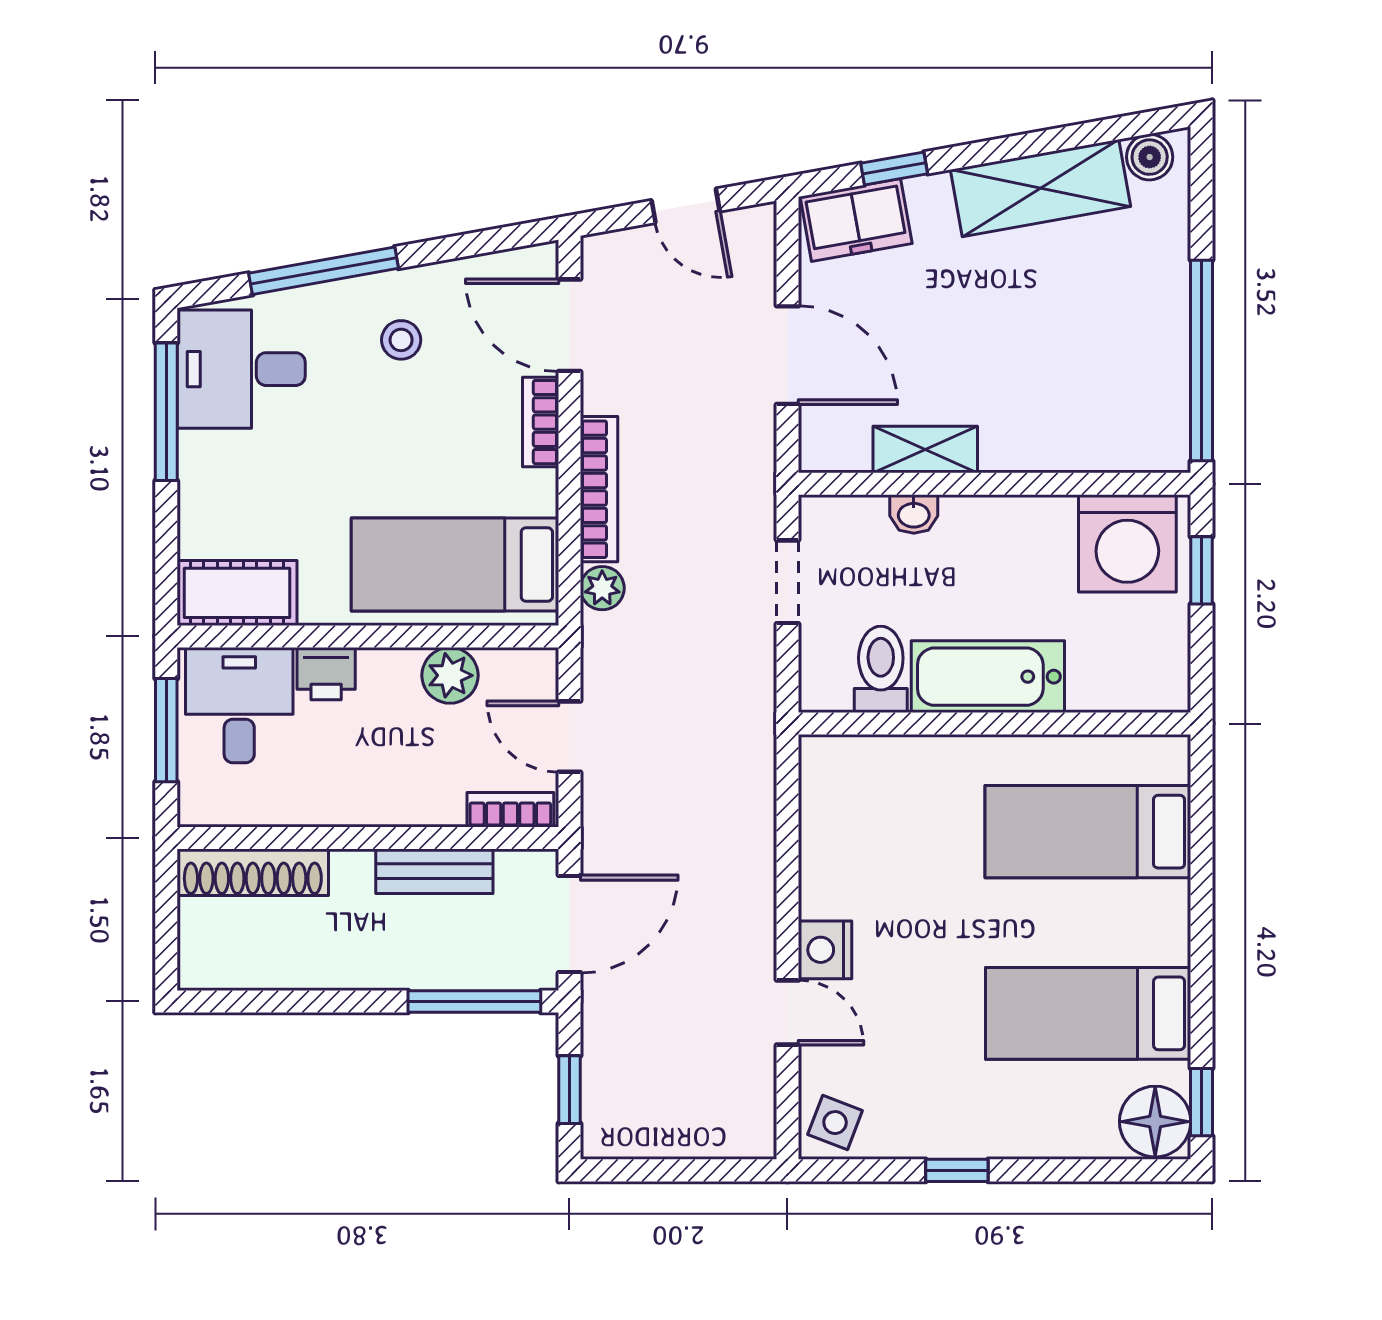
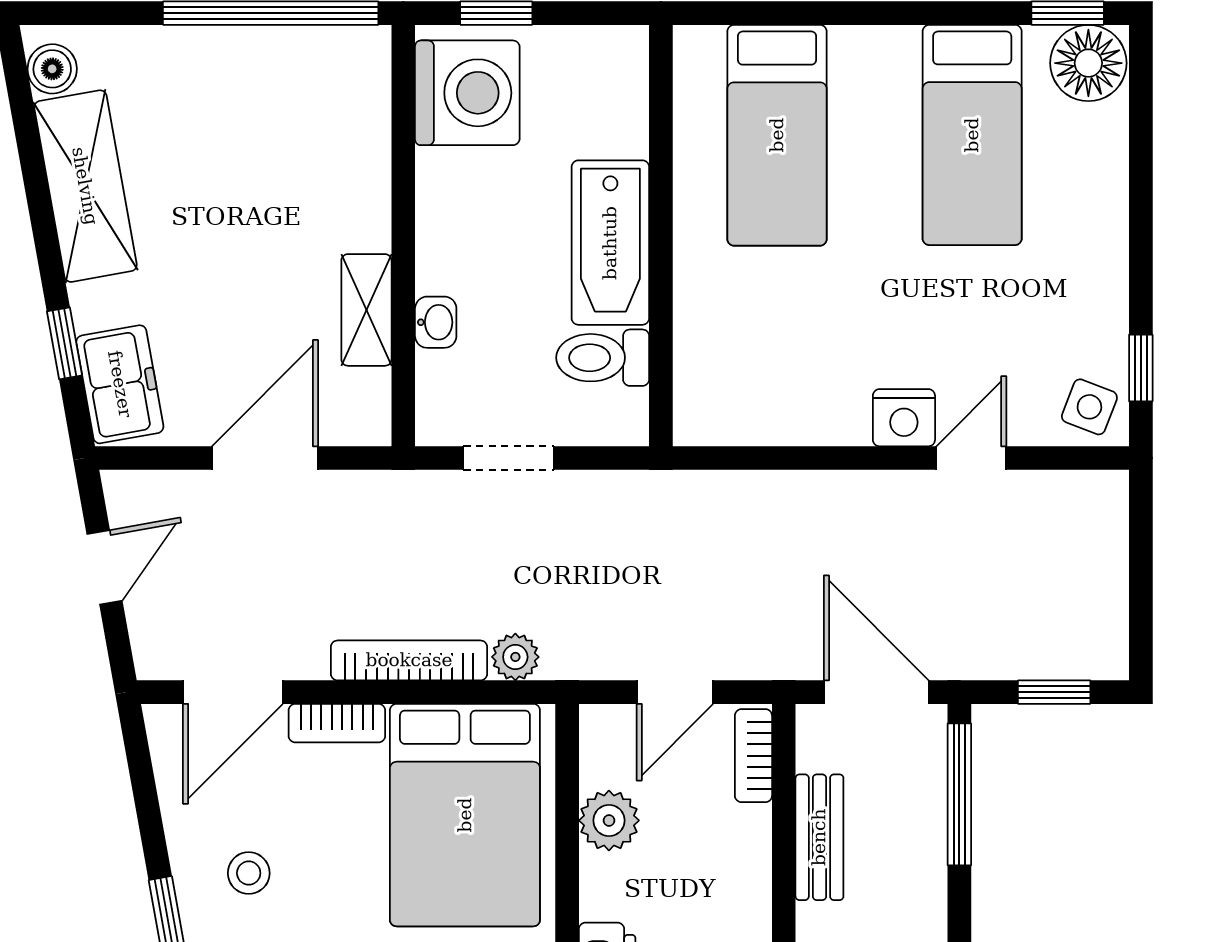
bed: (455, 565) -> (465, 815), width x1.50
window: (957, 1170) -> (1141, 368), moved

